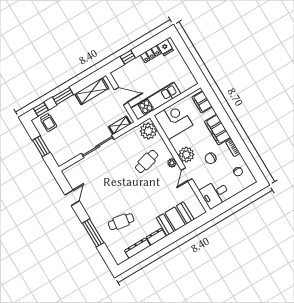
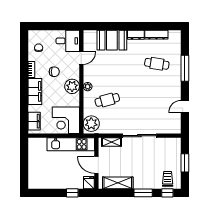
fridge: (165, 48) -> (89, 183), moved
locker: (151, 54) -> (52, 184), removed
door: (187, 174) -> (81, 58), moved

